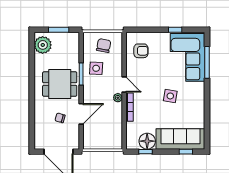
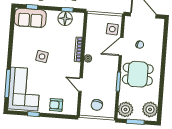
plant: (71, 43) -> (125, 109), added
armchair: (141, 51) -> (56, 105), moved
side table: (96, 68) -> (112, 29), moved
door: (124, 84) -> (80, 85), moved
sofa: (180, 139) -> (30, 18), width x0.73

